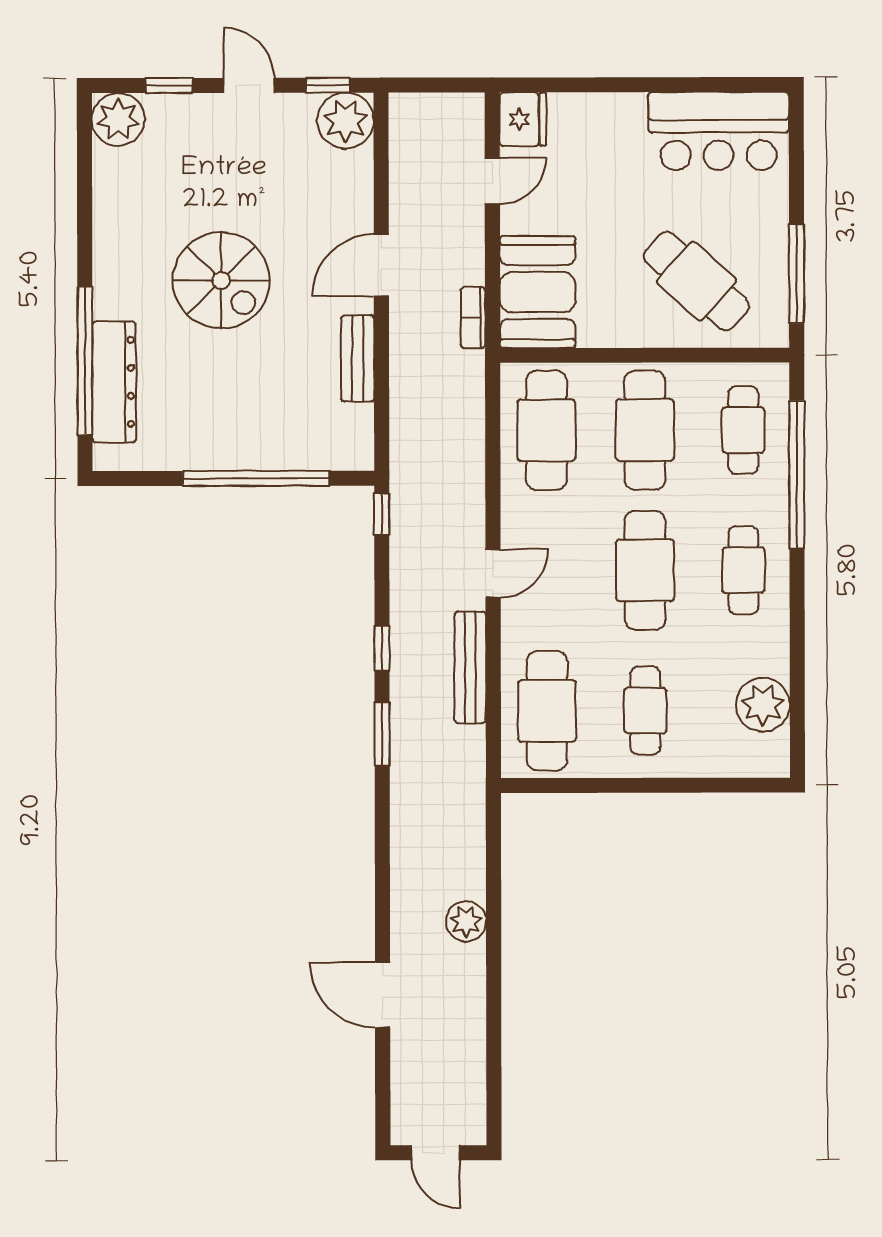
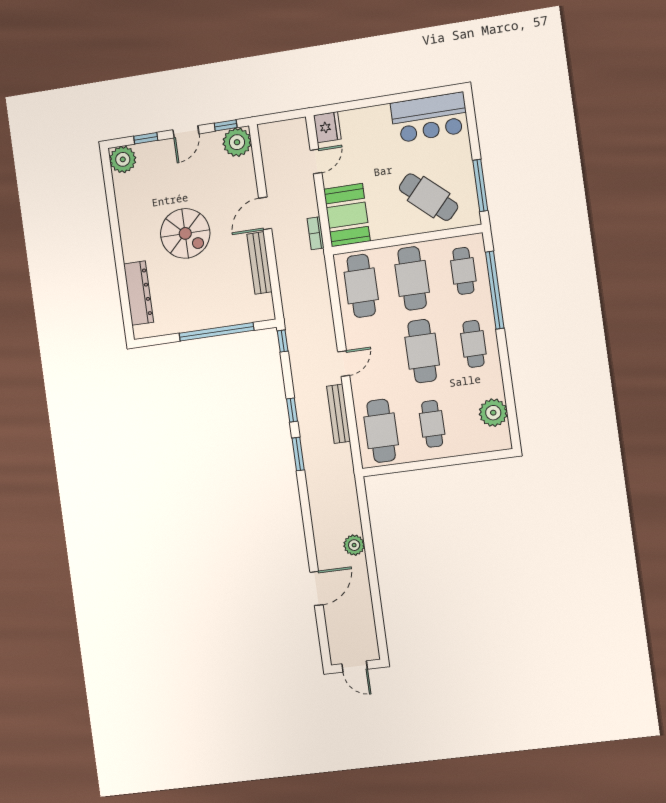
door: (249, 85) -> (186, 132), swing flipped
bench: (358, 358) -> (259, 263), width x1.36
window: (85, 361) -> (123, 284), removed
door: (383, 995) -> (316, 588), swing flipped

